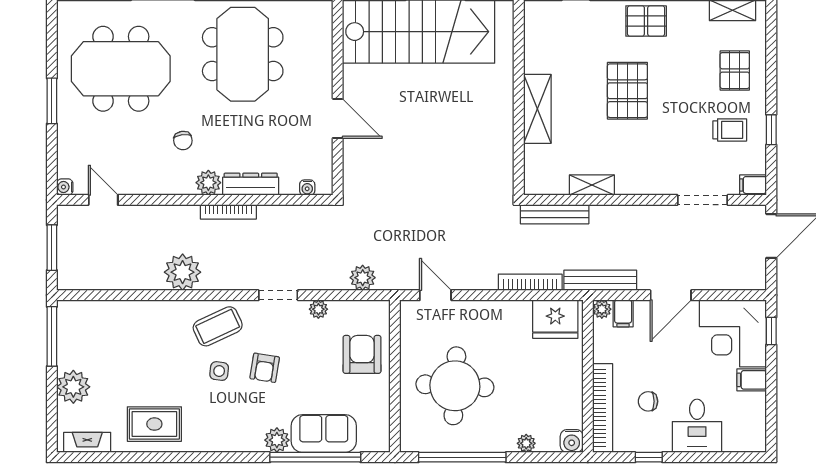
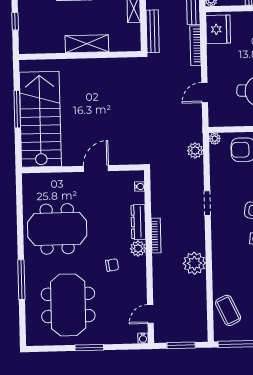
door: (435, 295) -> (205, 92), moved
plant: (318, 309) -> (215, 139), moved
coffee table: (218, 326) -> (228, 310), moved

